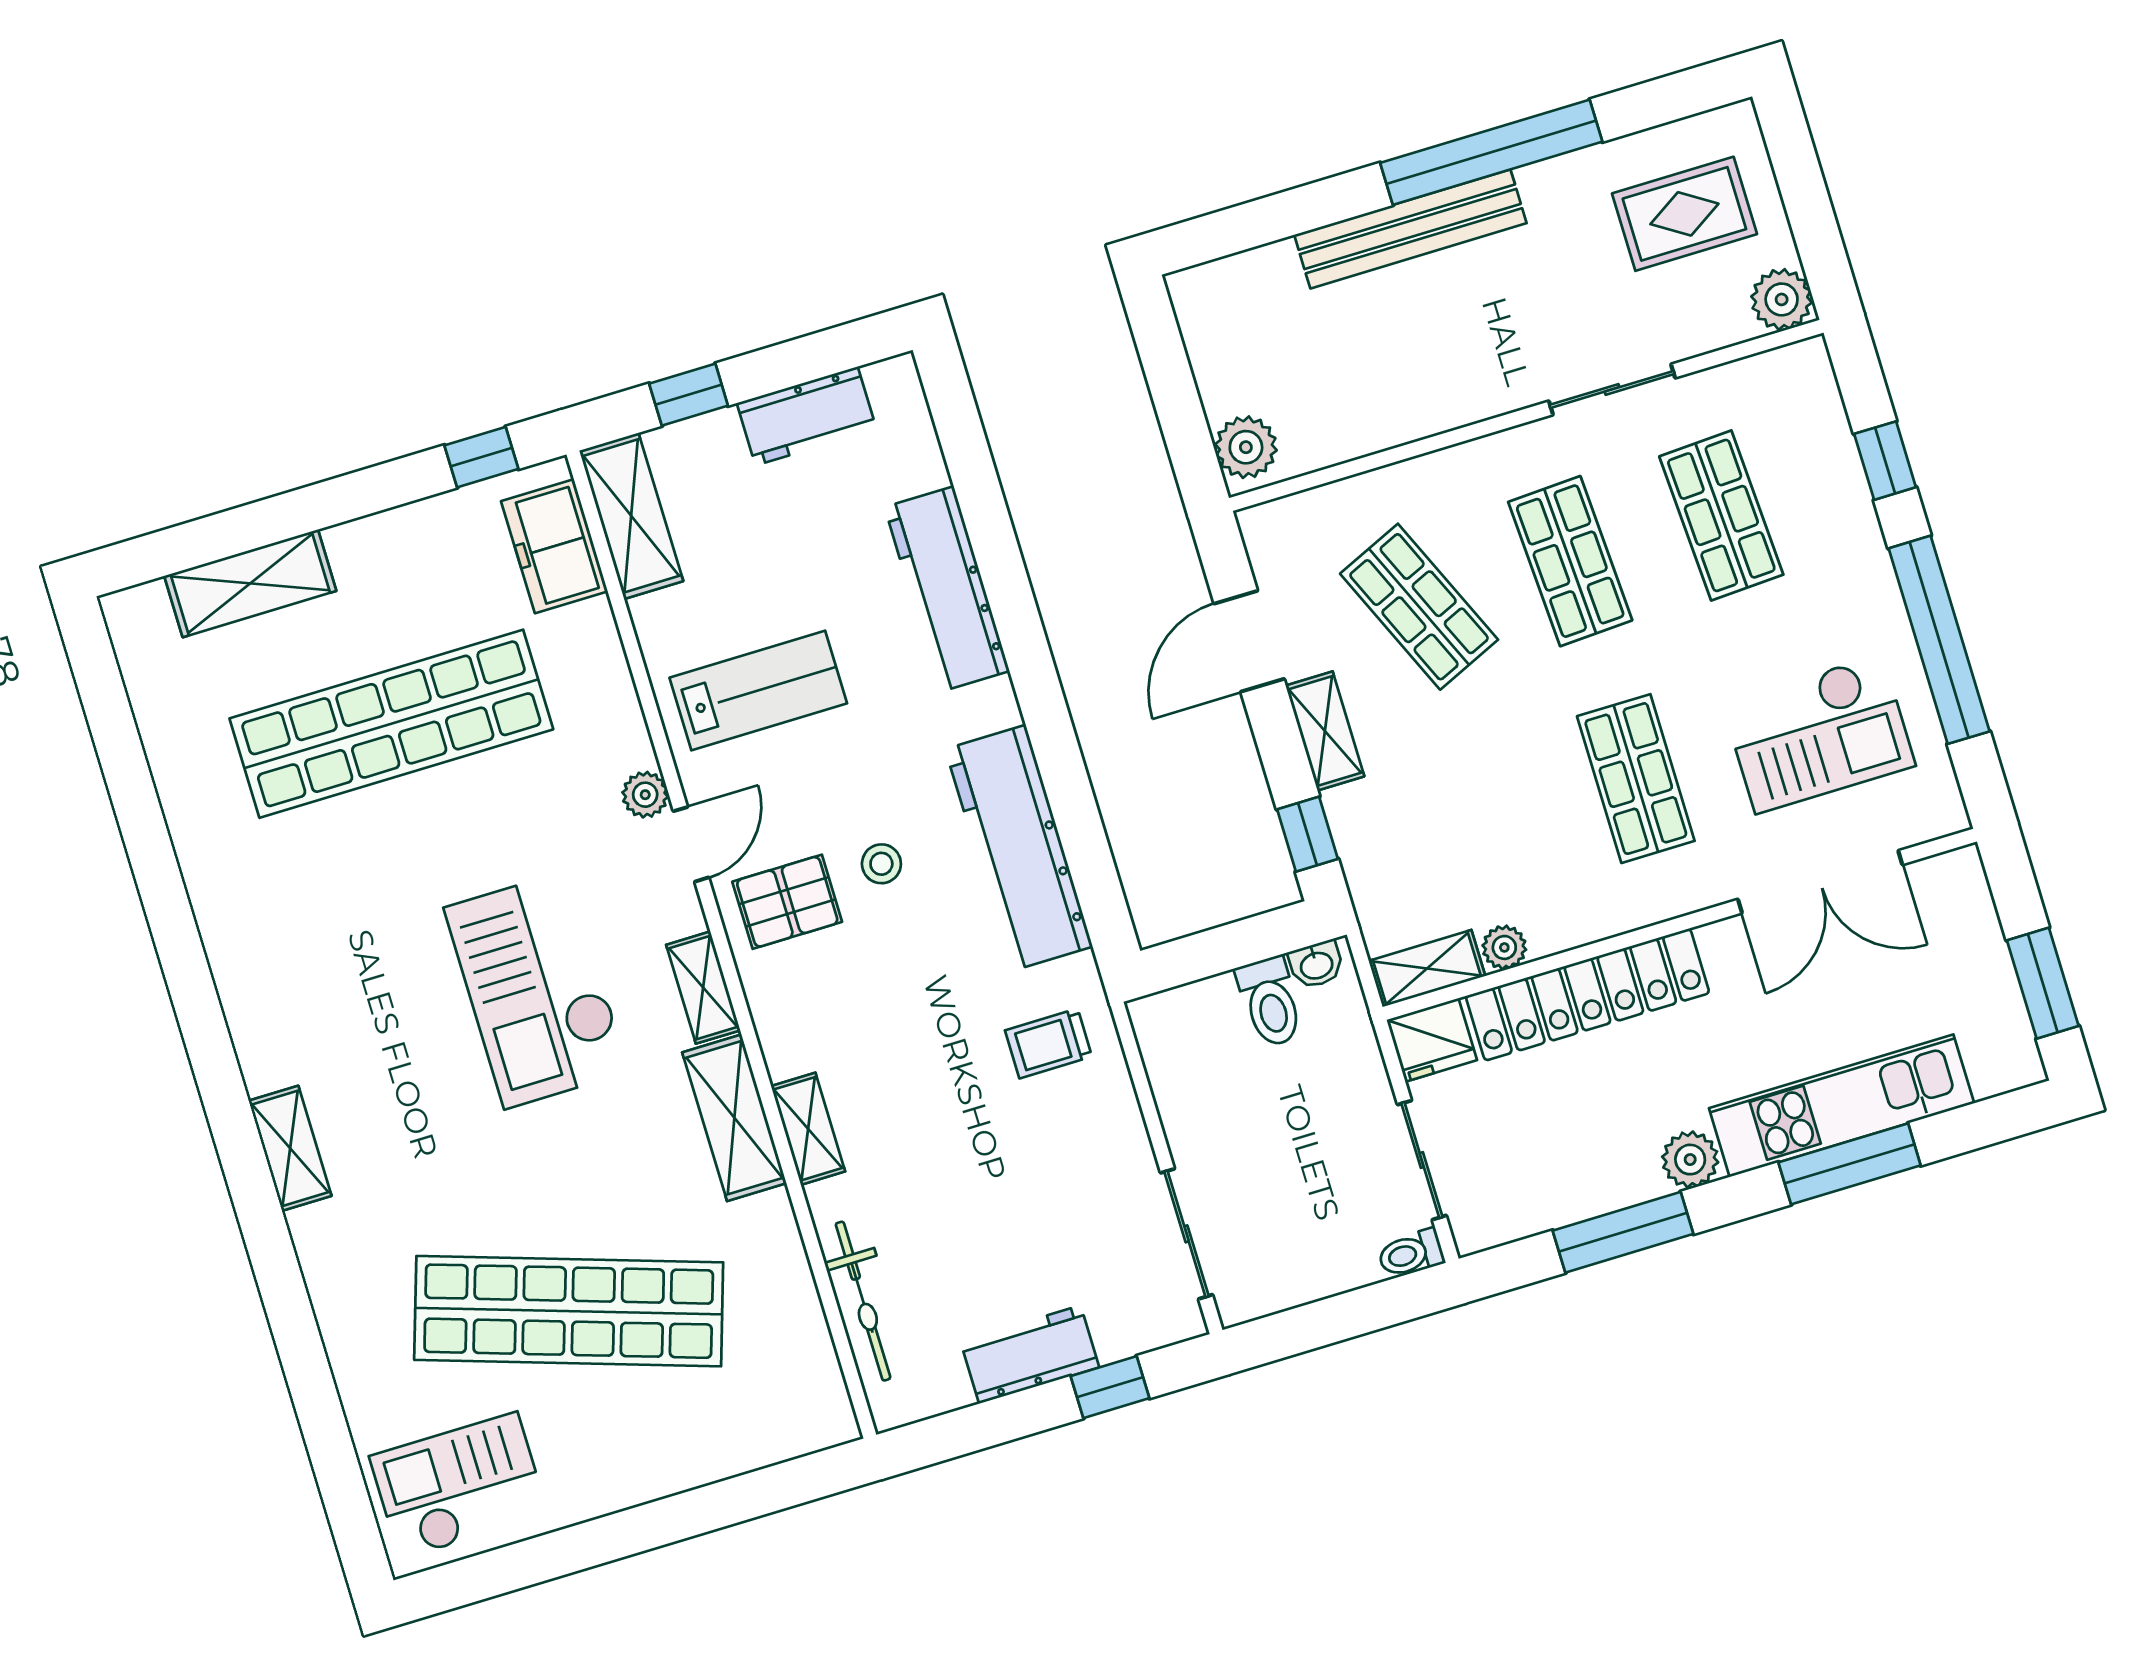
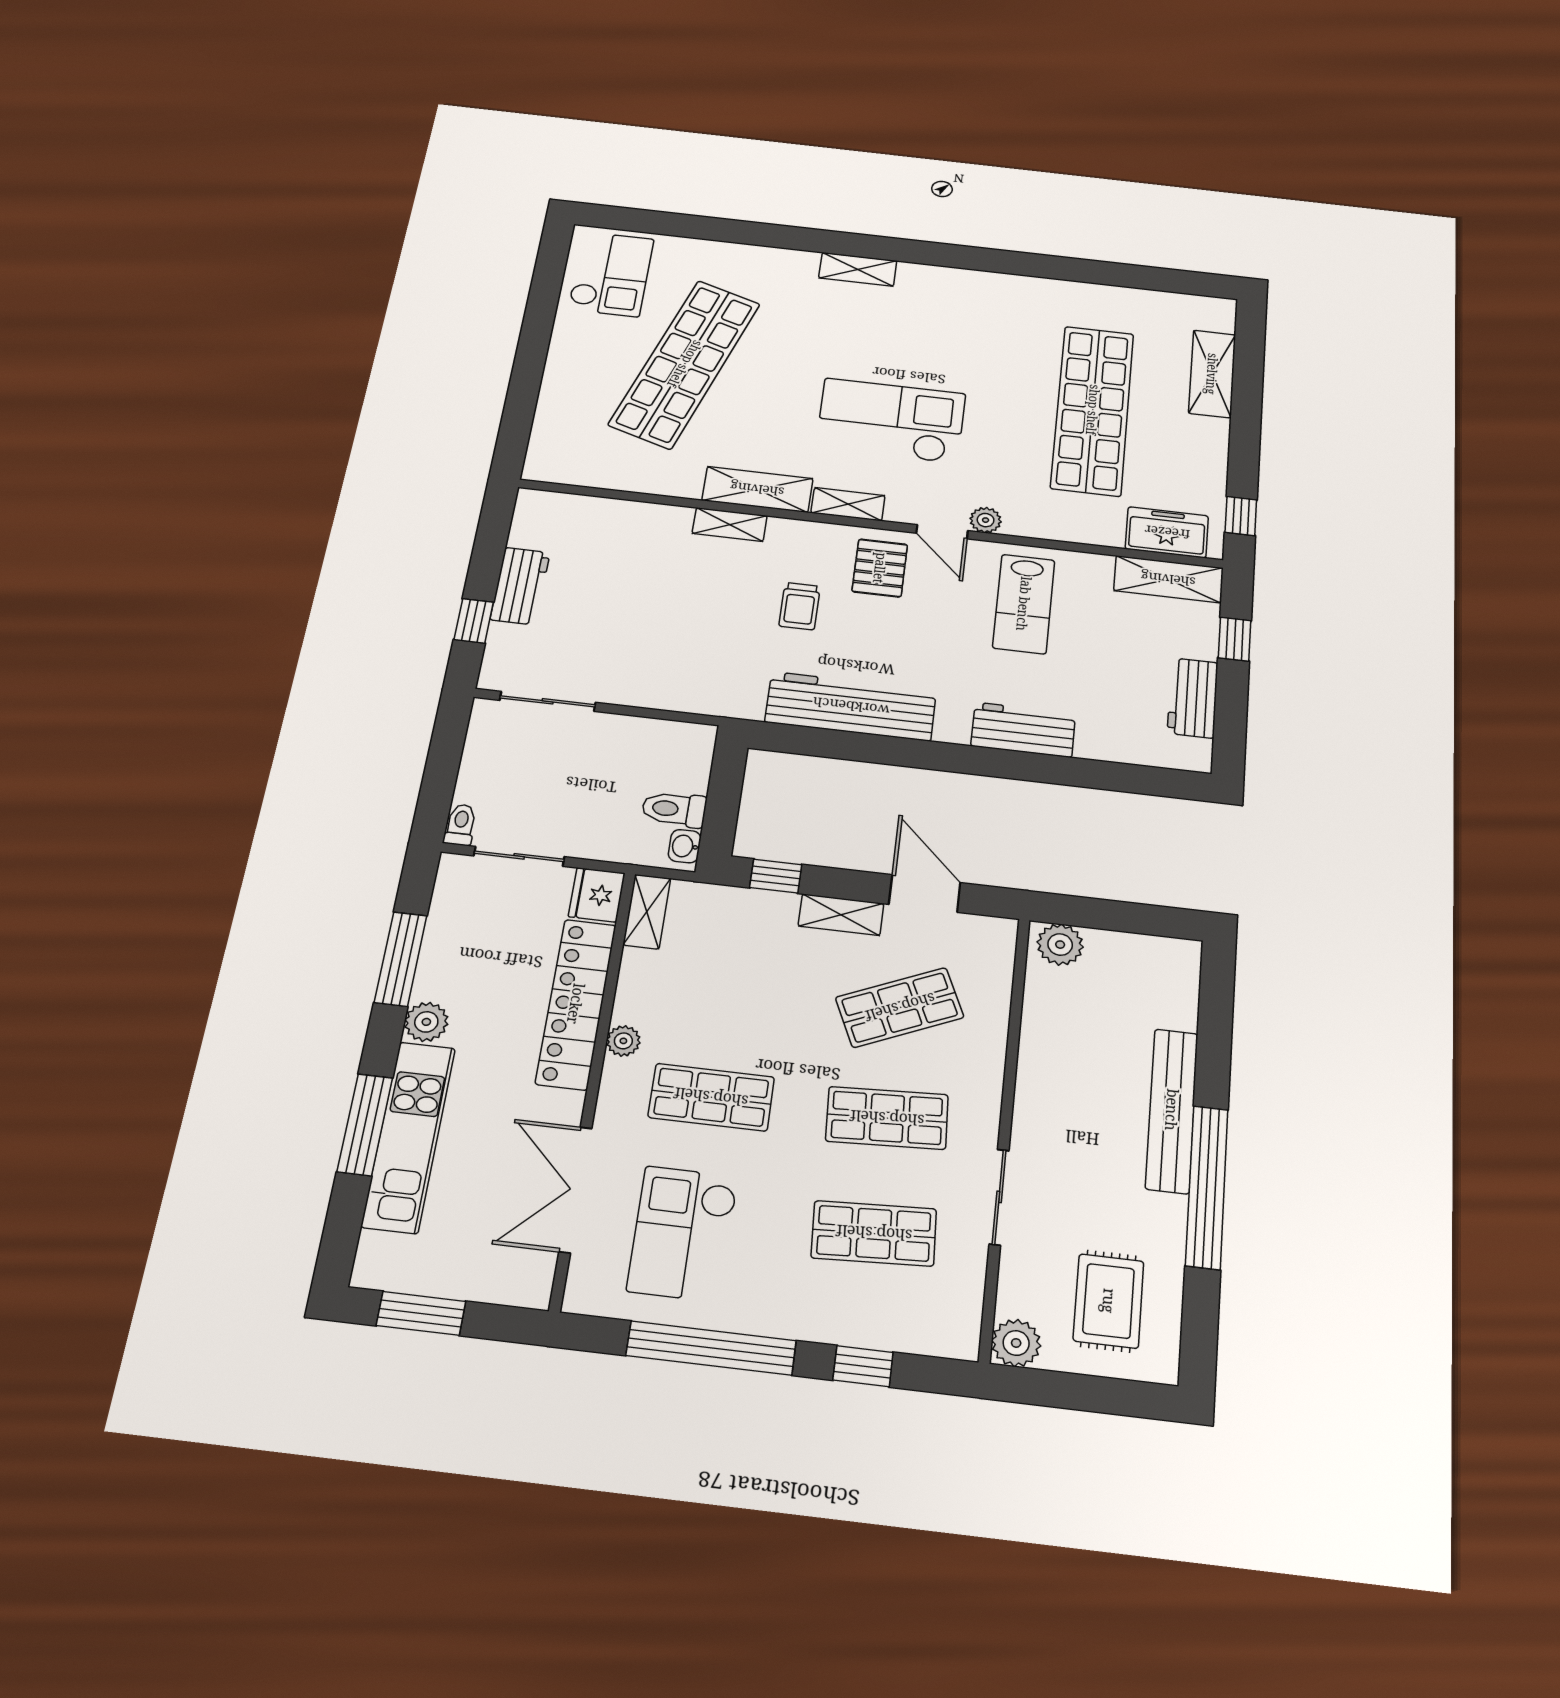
workbench: (947, 589) -> (1023, 730), width x0.73
stool: (881, 864) -> (879, 627), removed
plant: (1504, 947) -> (623, 1041), moved
trolley: (1048, 1043) -> (800, 606), moved, turned 180
bicycle: (863, 1301) -> (605, 512), removed

